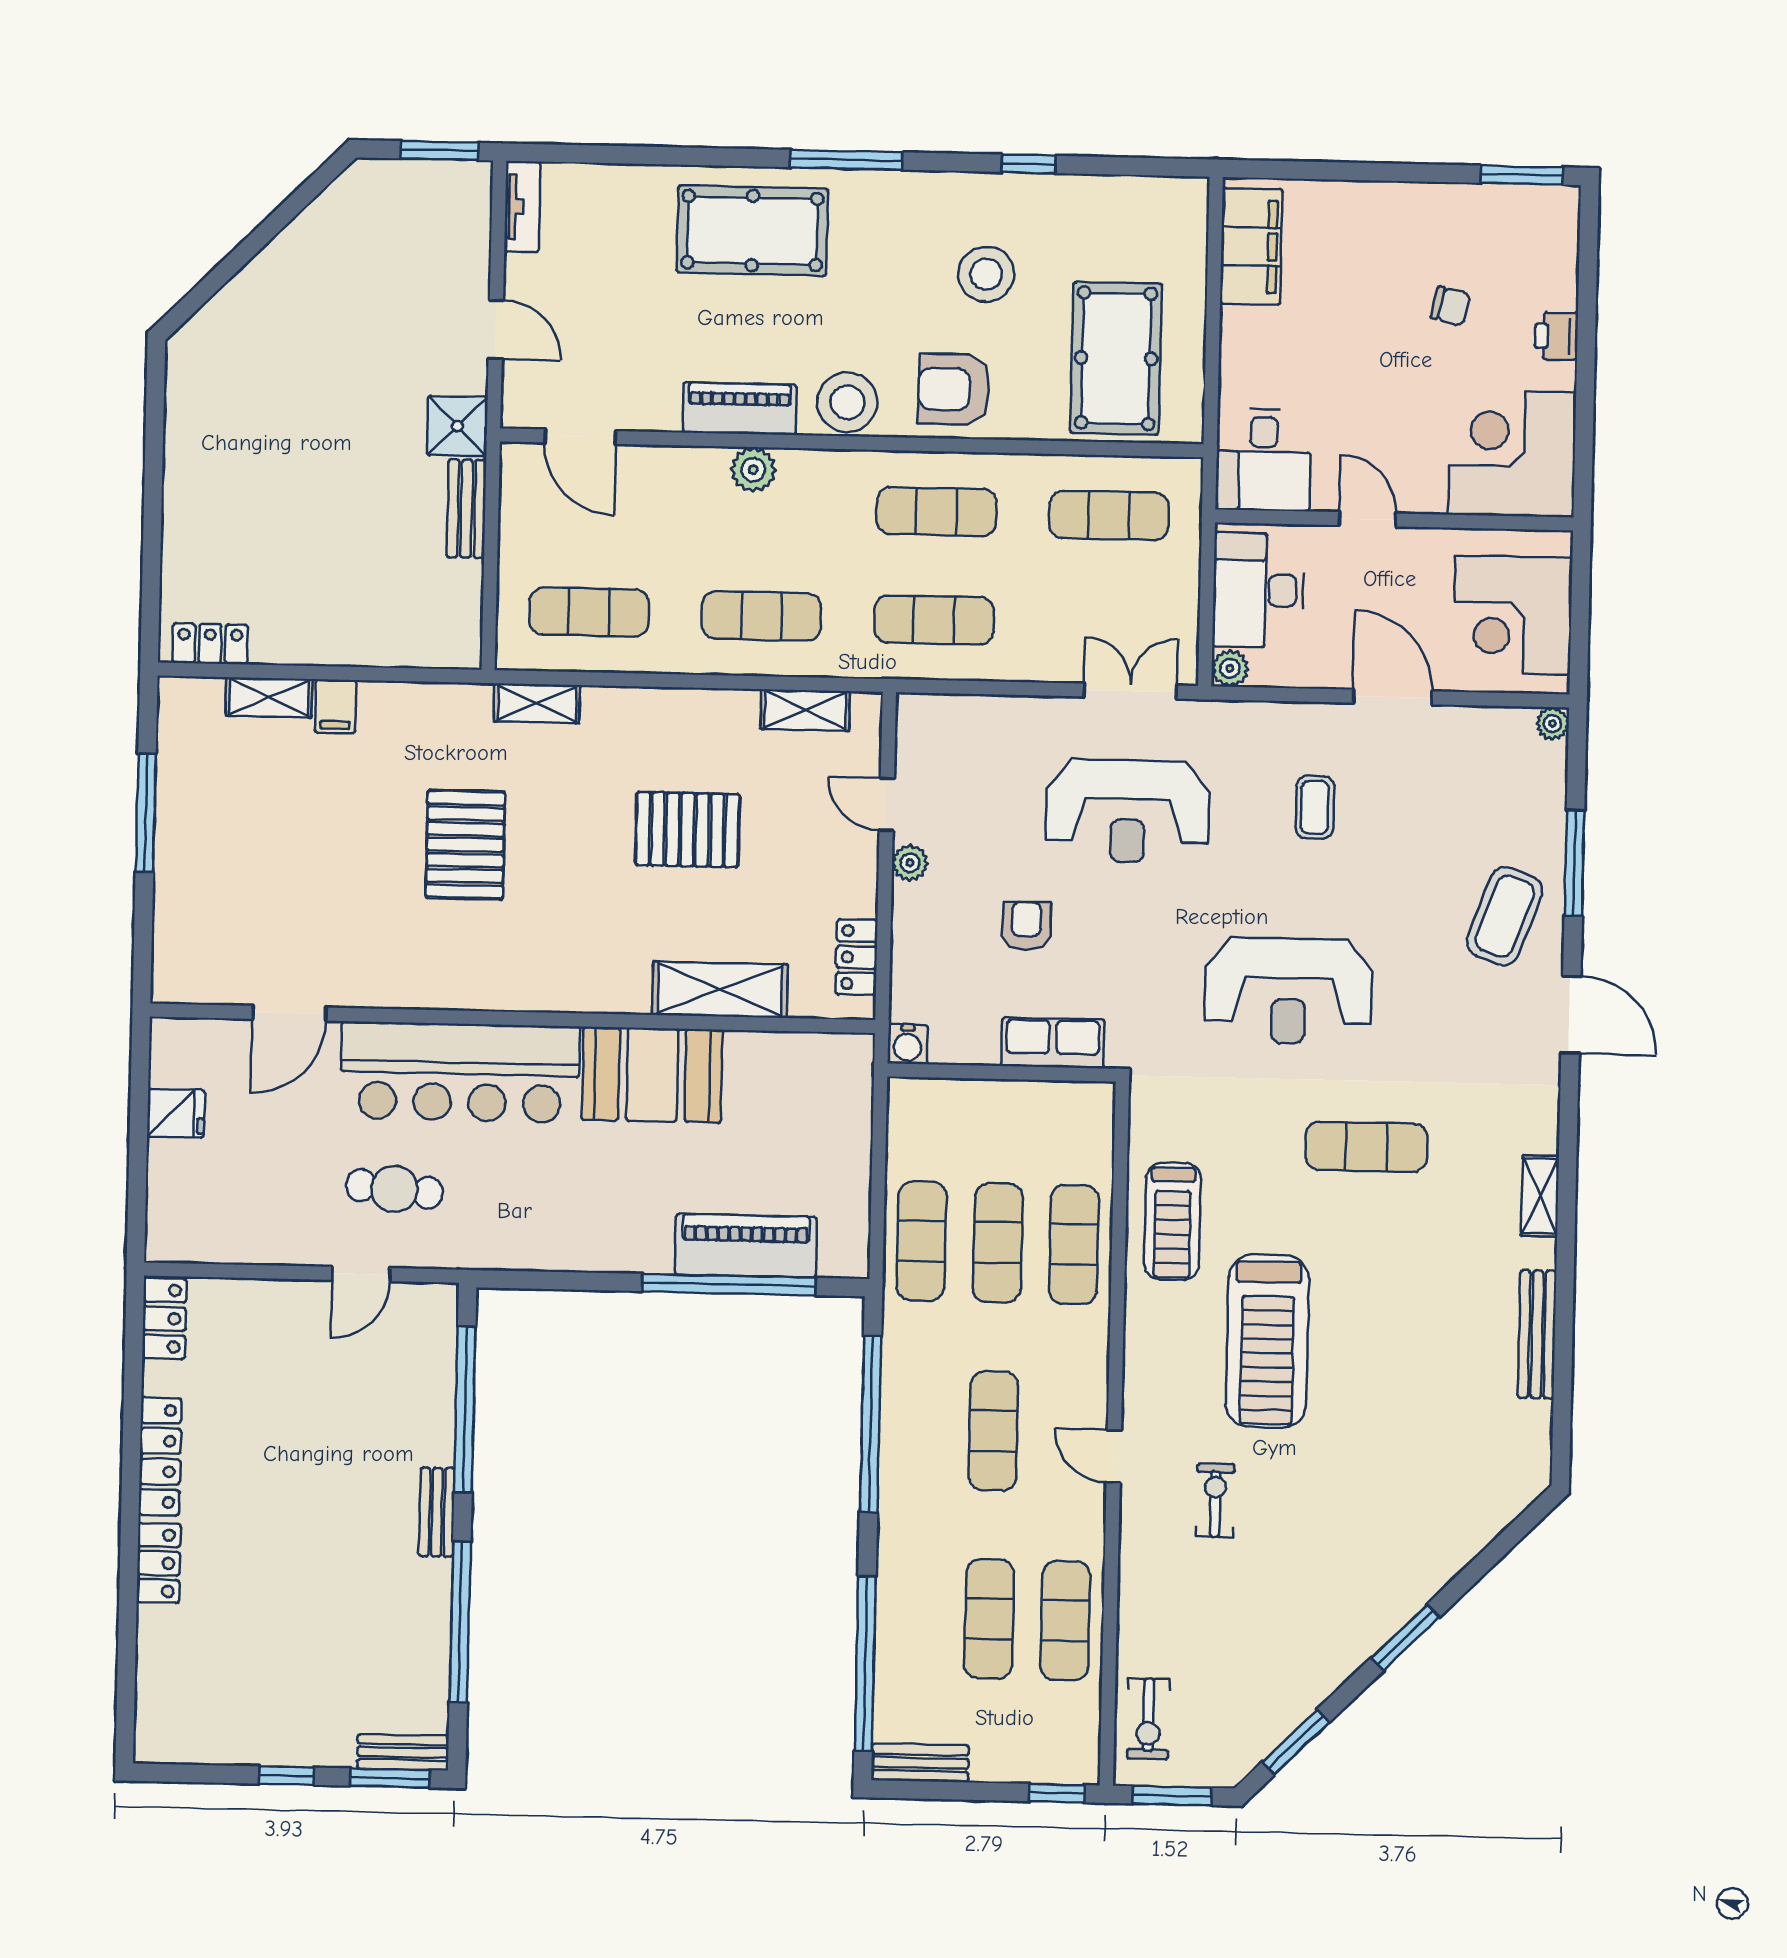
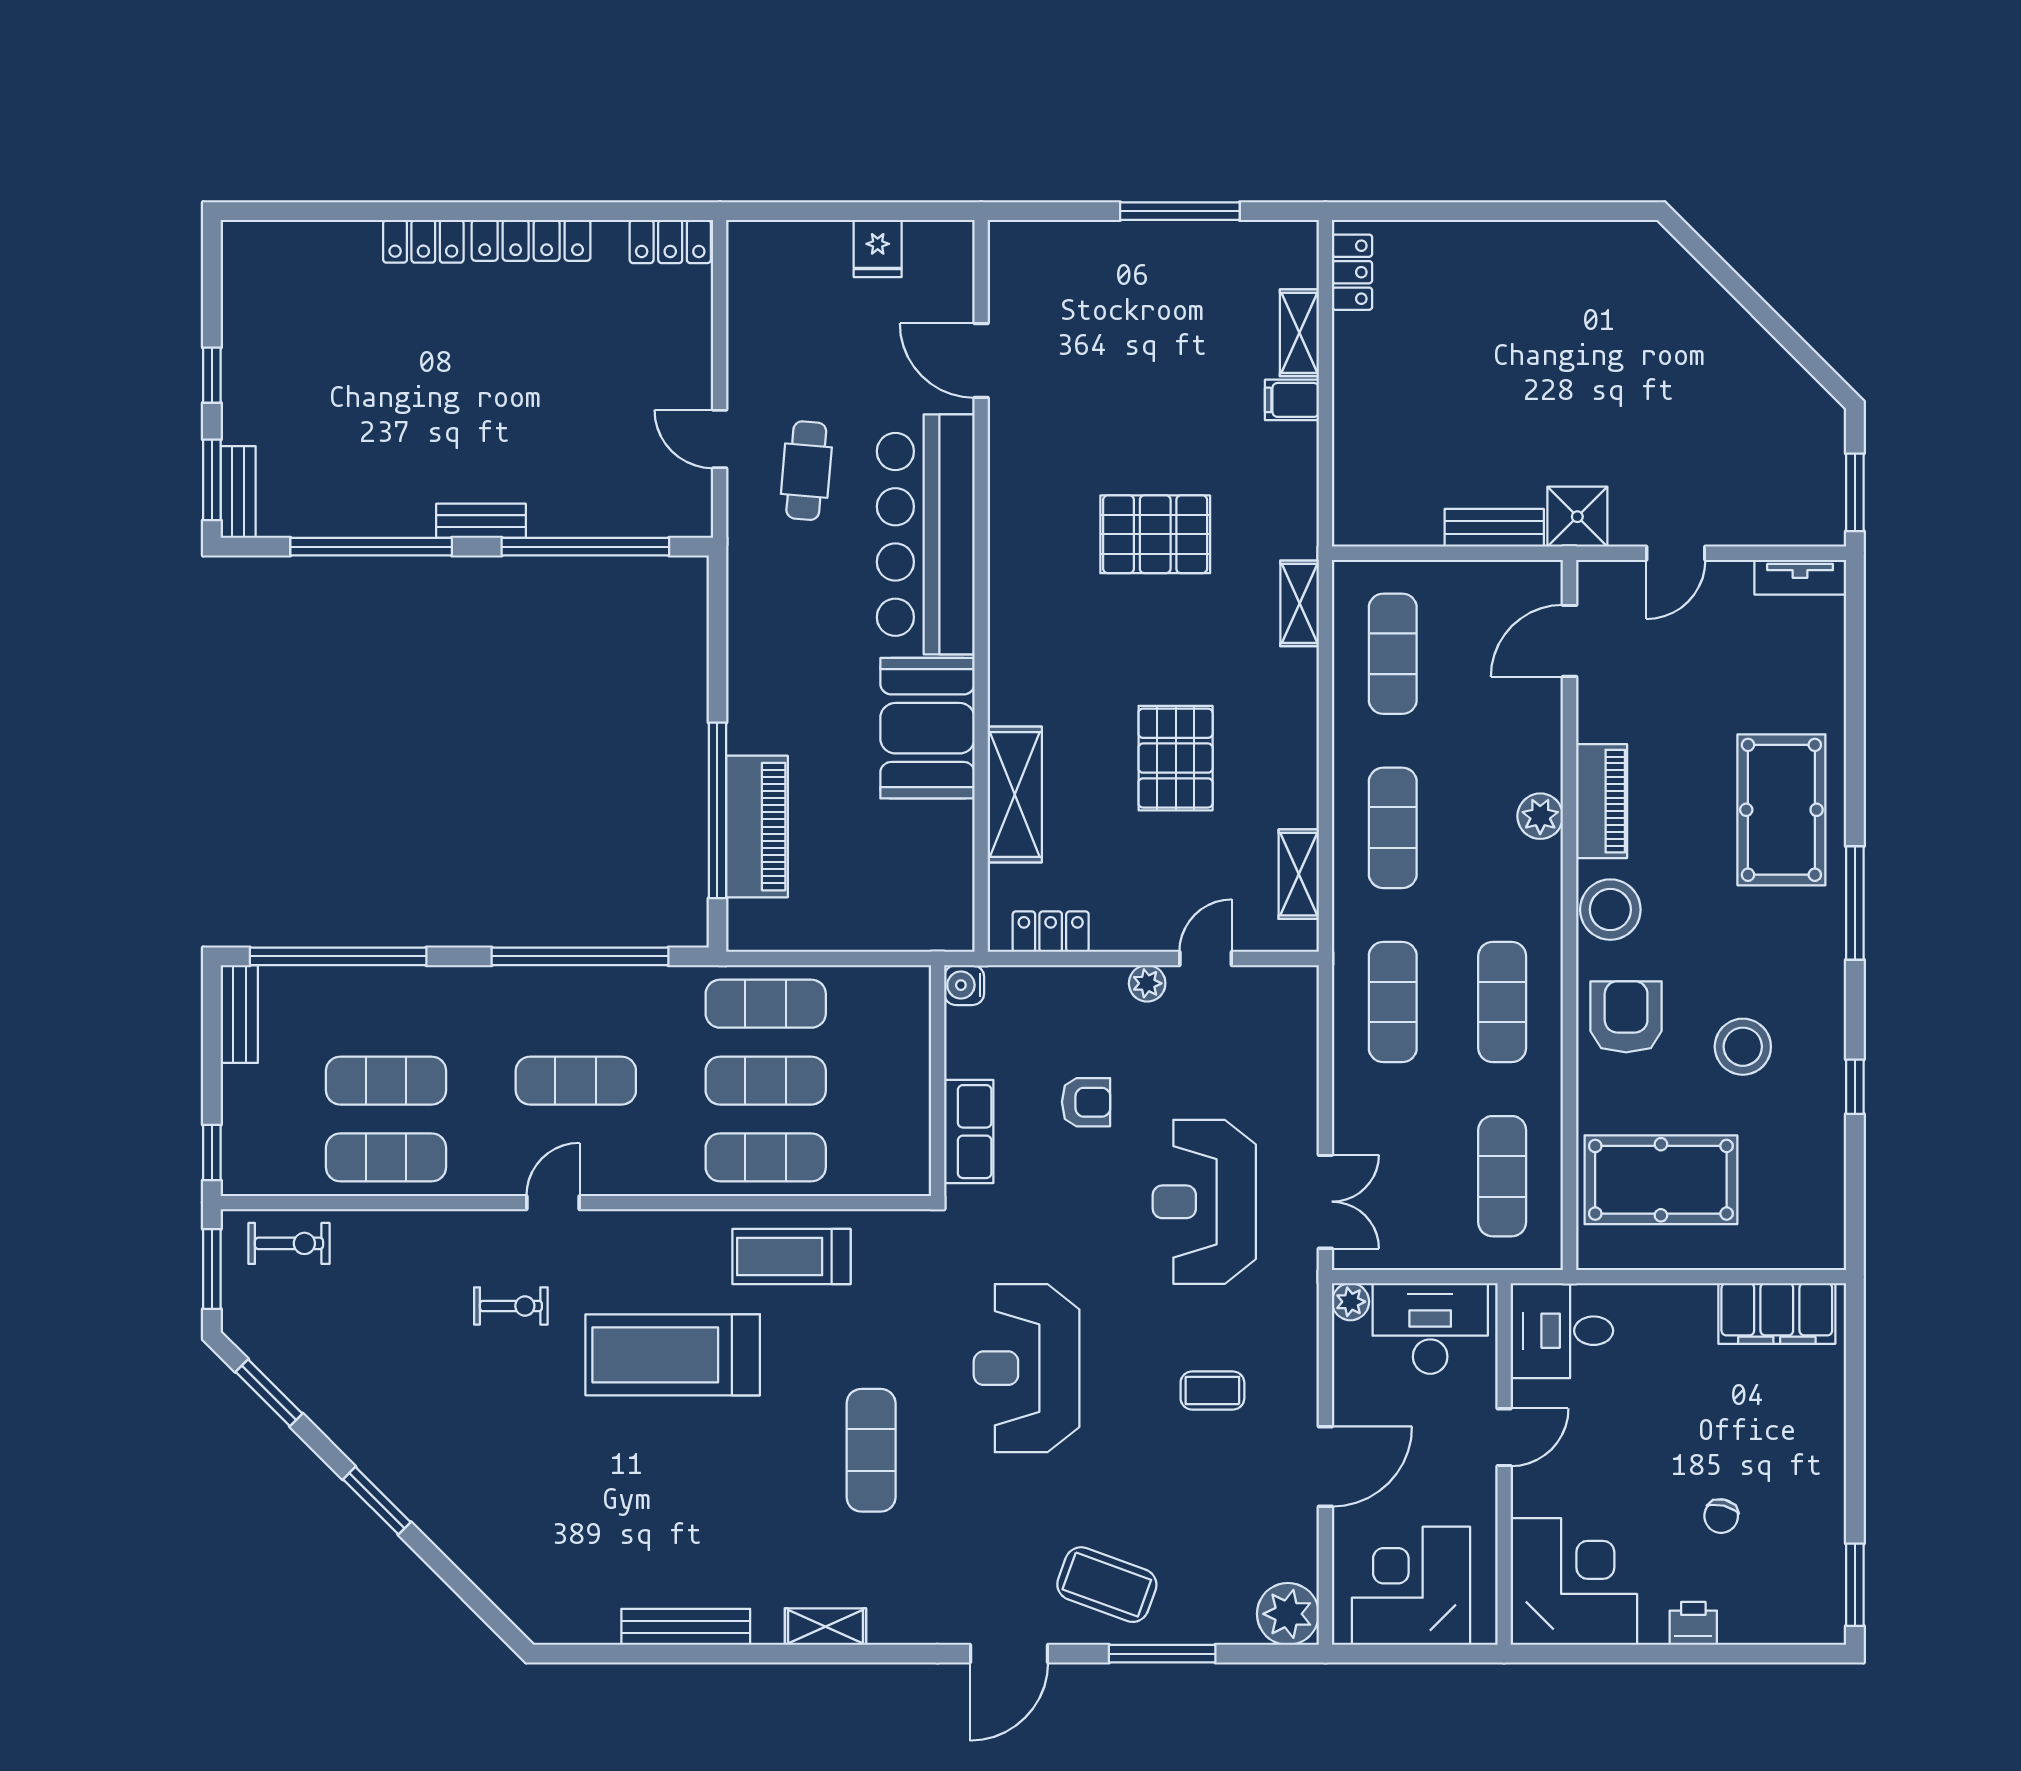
plant: (1552, 724) -> (1288, 1614), width x1.88, depth x1.88
exercise bike: (1148, 1719) -> (289, 1243), turned 180

